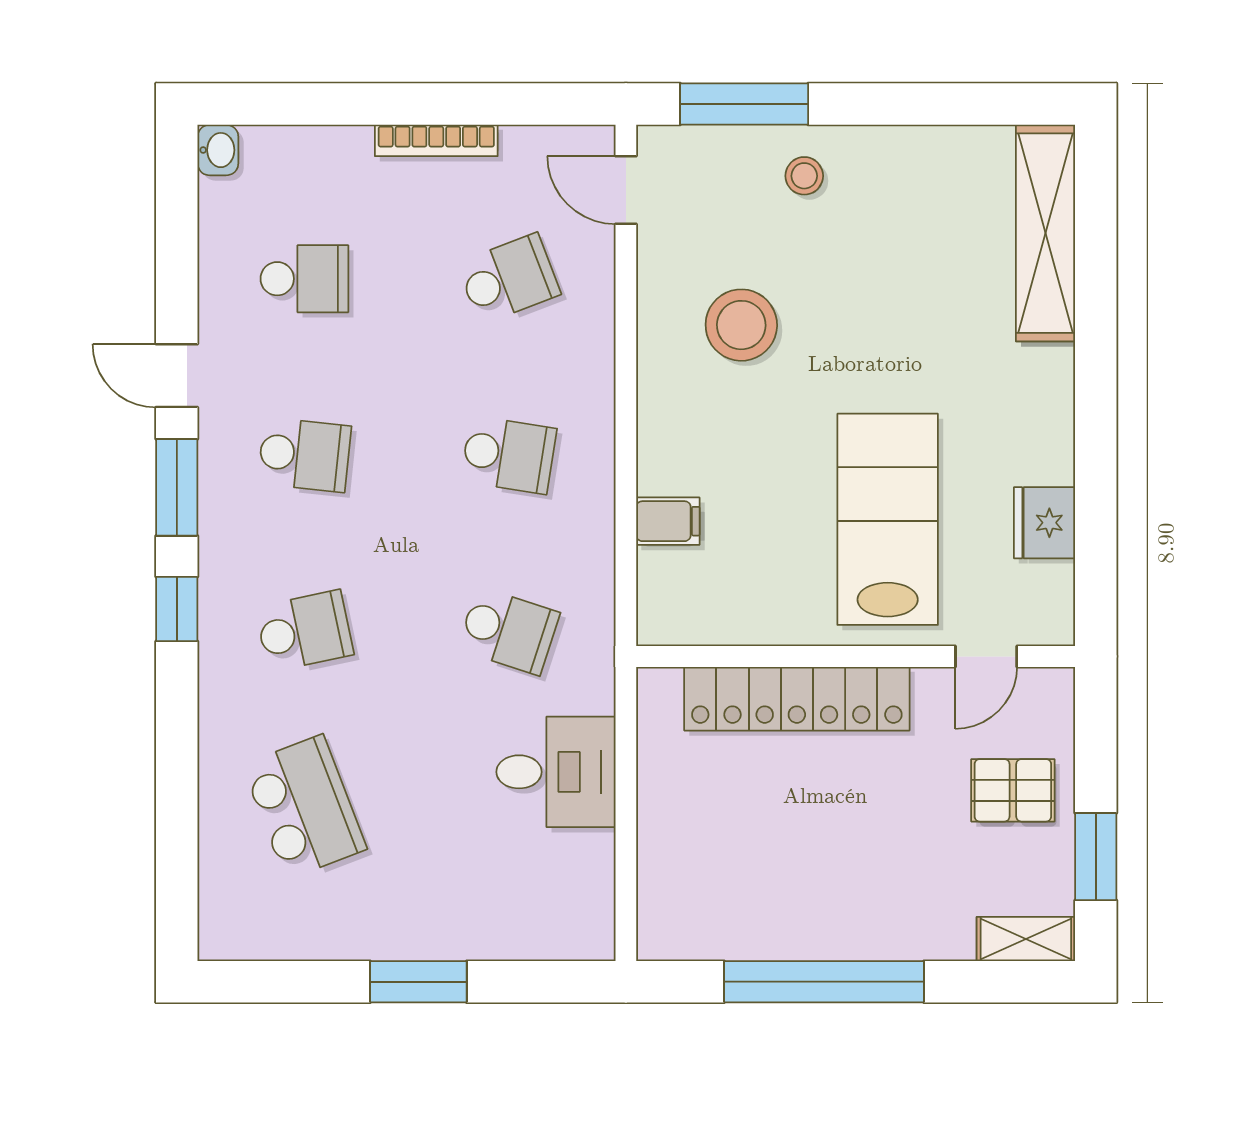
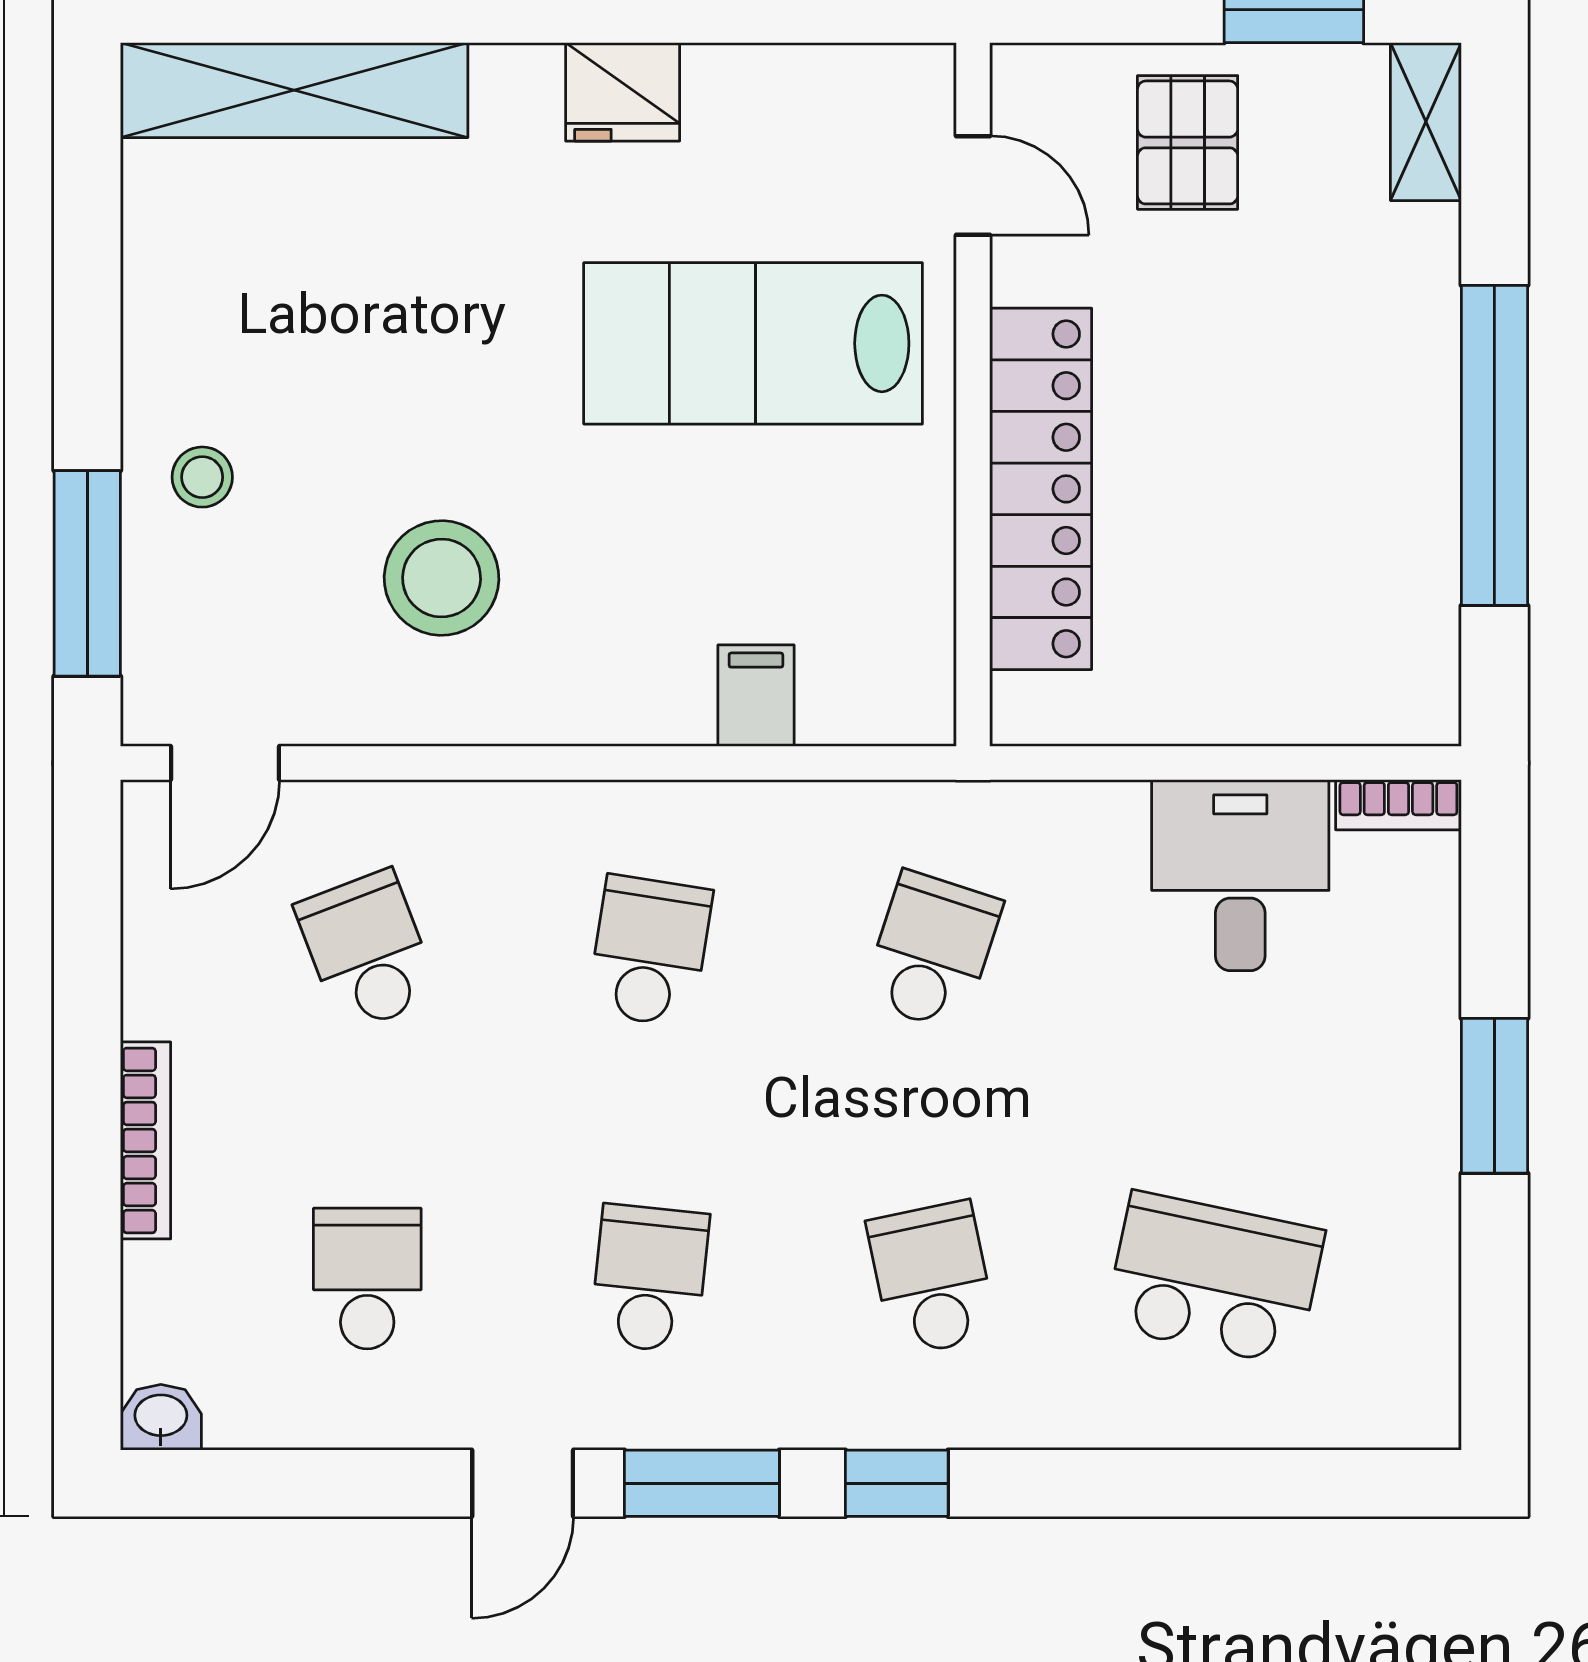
bookcase: (436, 140) -> (145, 1140), moved
fridge: (1044, 523) -> (623, 92), moved
desk: (556, 772) -> (1240, 875), moved
school desk: (304, 807) -> (1214, 1279), turned 33
bookcase: (600, 922) -> (1398, 805), added

